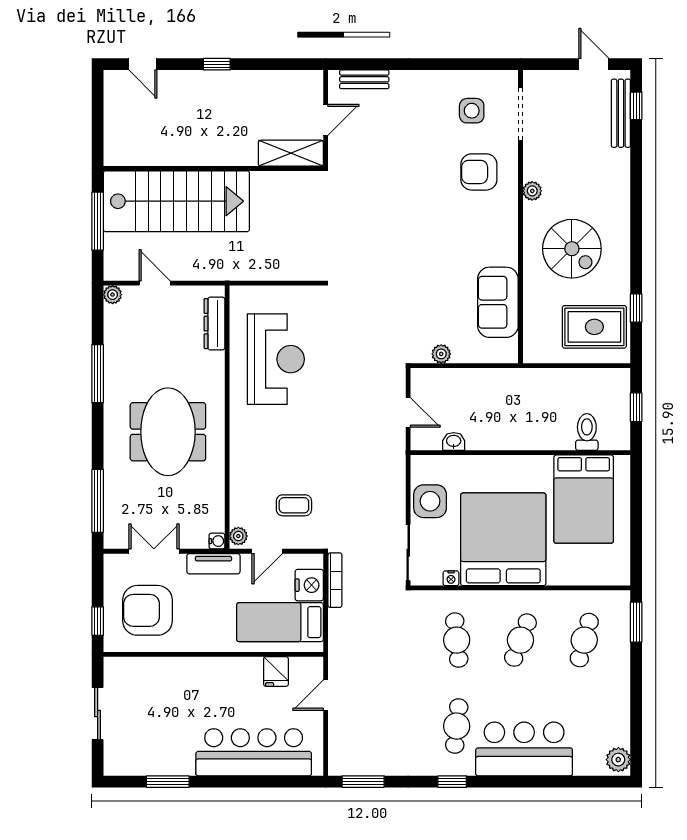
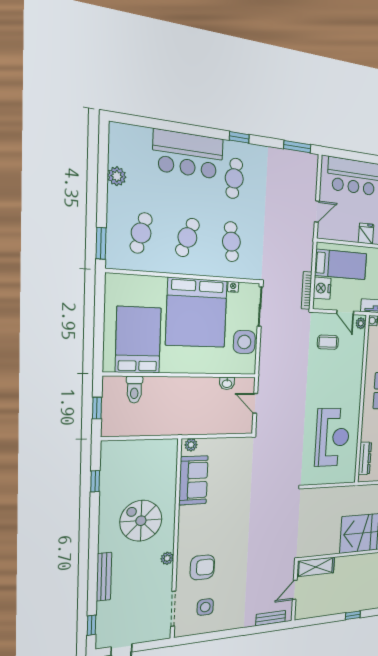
bench: (621, 113) -> (104, 577), moved
rug: (594, 327) -> (127, 466), removed
plant: (441, 354) -> (191, 445), moved
reception desk: (276, 359) -> (332, 437), turned 180
door: (267, 551) -> (345, 312), swing flipped
fridge: (276, 671) -> (366, 233), moved
plant: (618, 760) -> (117, 176), moved

